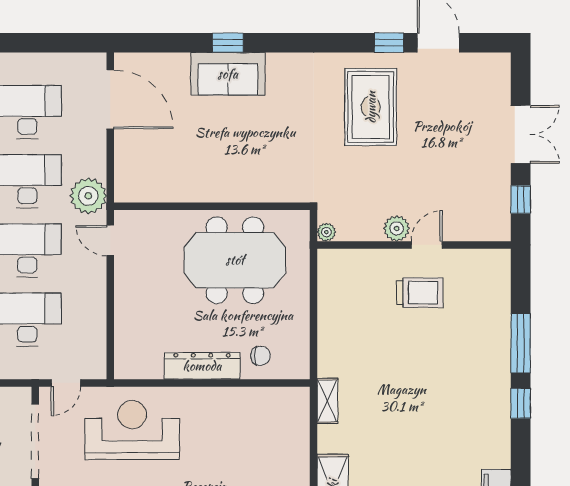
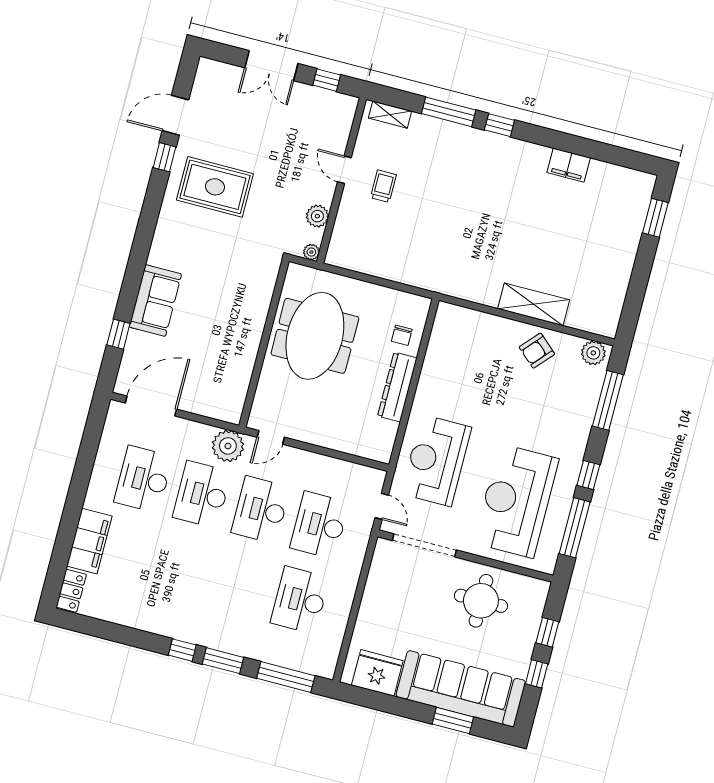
window: (228, 43) -> (118, 334), moved
double door: (521, 134) -> (271, 66), swing flipped
plant: (397, 228) -> (317, 216), moved
trolley: (420, 293) -> (383, 186), width x0.73, depth x0.72
chair: (261, 356) -> (402, 335), turned 180
shelving: (327, 401) -> (390, 115), moved

